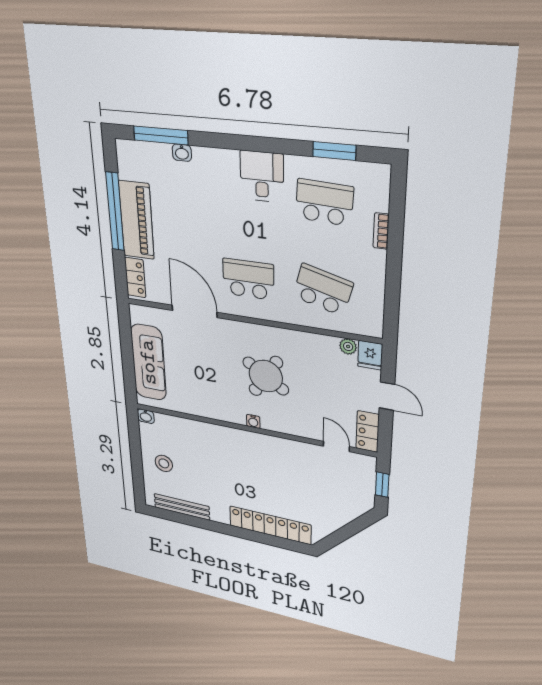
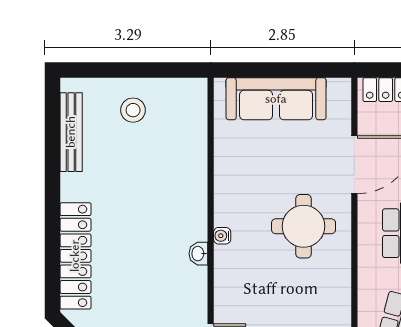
round table: (266, 376) -> (304, 226), moved, turned -33
washbasin: (146, 416) -> (198, 254), moved

